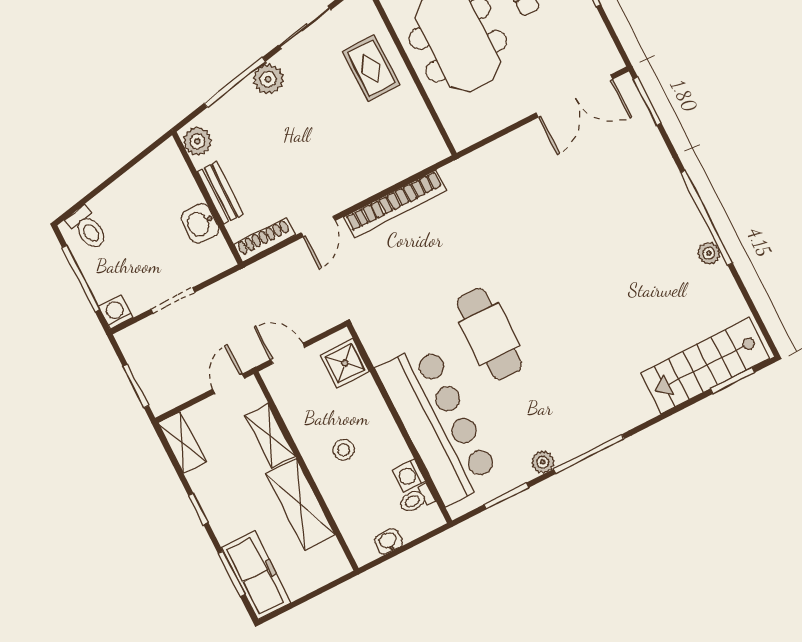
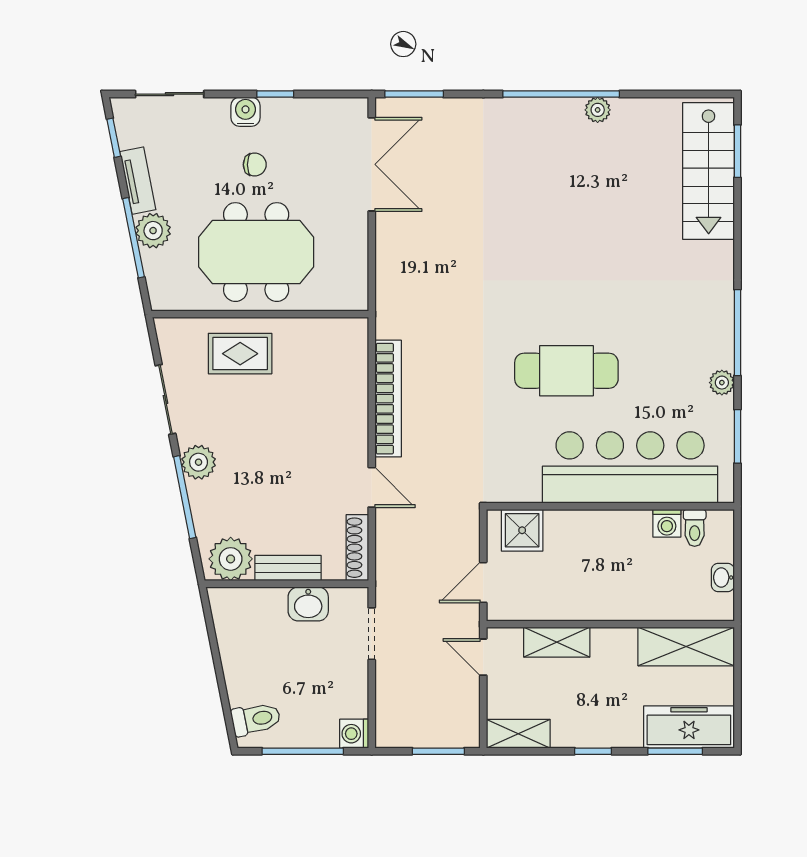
plant: (197, 141) -> (231, 559), width x1.36, depth x1.36
doorway: (173, 301) -> (372, 634), moved
stool: (344, 450) -> (608, 576), removed
shelving: (301, 504) -> (686, 646), moved

